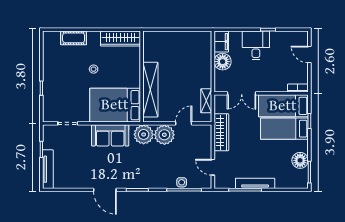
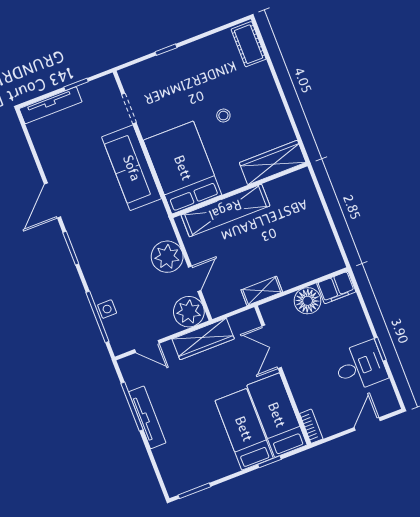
cot: (74, 38) -> (249, 44), moved
wardrobe: (120, 39) -> (273, 162), moved, turned 90
desk: (256, 45) -> (360, 366), moved
shelving: (206, 101) -> (262, 291), moved
door: (184, 123) -> (195, 279), hinge flipped
plant: (144, 134) -> (189, 312), moved
sofa: (110, 135) -> (132, 168), width x1.36
floor lamp: (300, 160) -> (206, 470), removed
door: (213, 167) -> (147, 346), swing flipped

